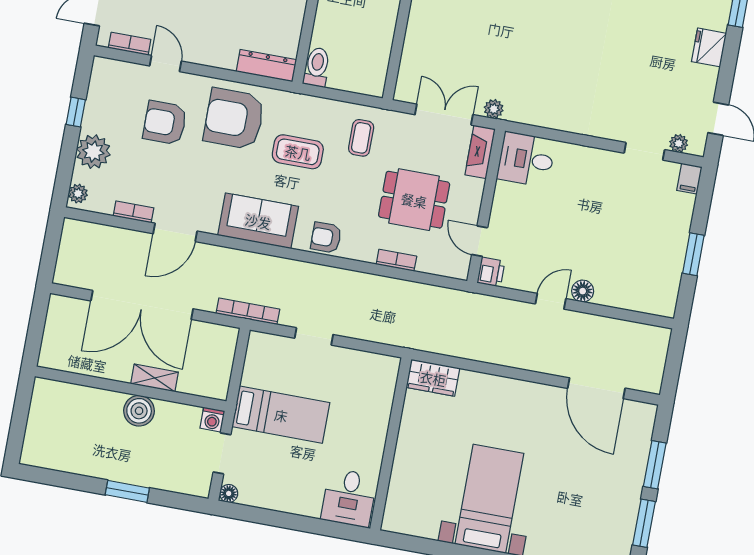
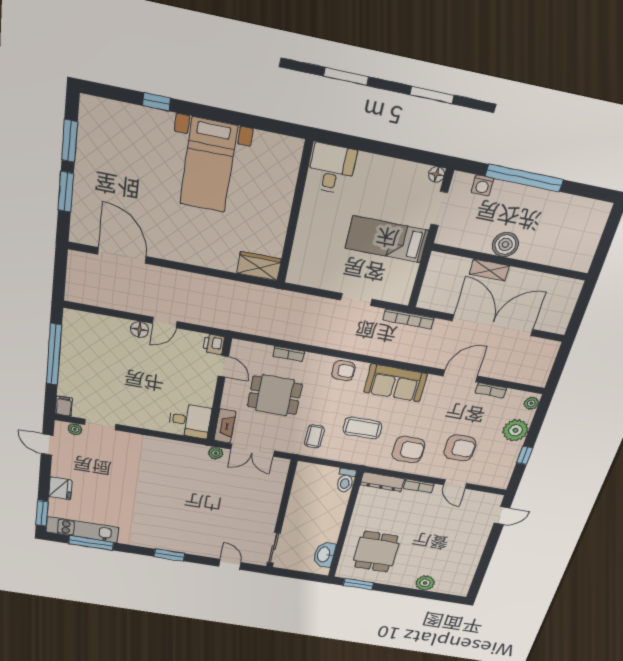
bookcase: (130, 44) -> (419, 486), moved
armchair: (234, 119) -> (408, 450), width x0.73, depth x0.73
window: (693, 254) -> (54, 354), width x2.11
washing machine: (212, 420) -> (482, 185), moved, turned 180
window: (127, 491) -> (524, 178), width x2.11

